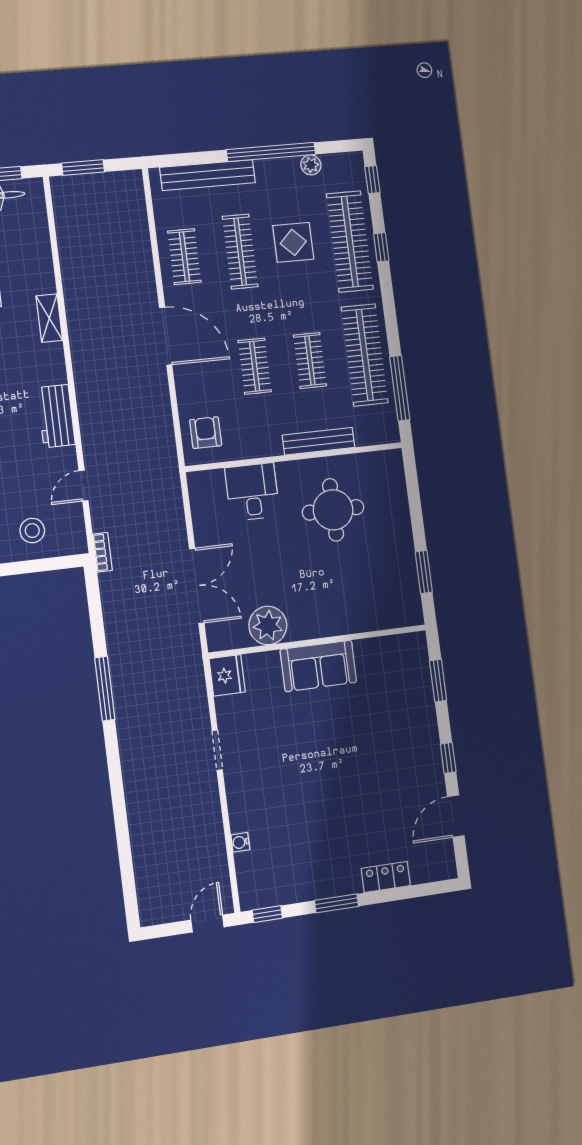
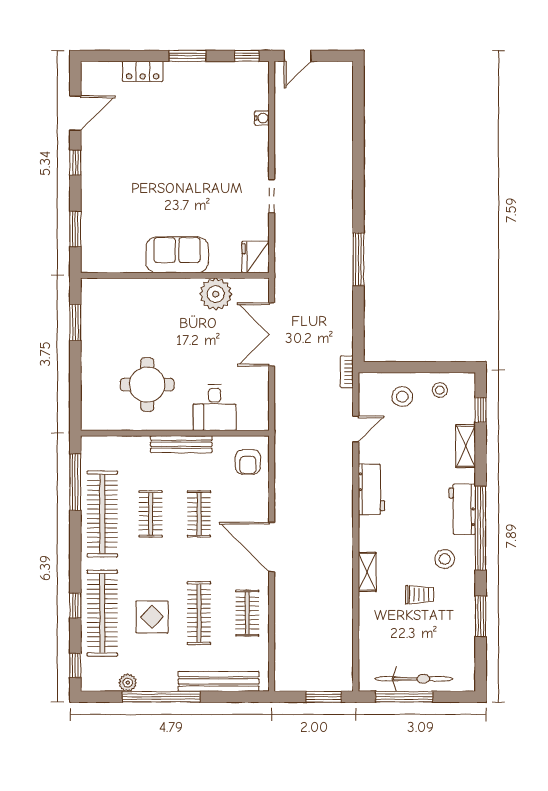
bench: (319, 441) -> (181, 444), moved

